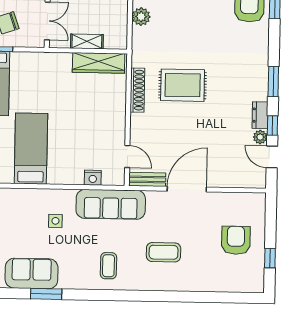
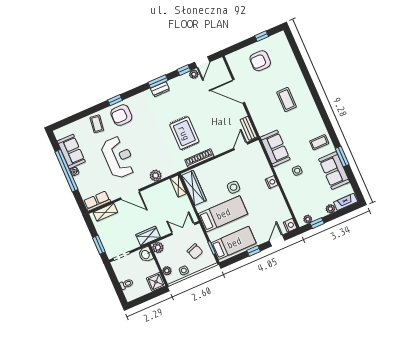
shelving: (87, 41) -> (178, 186), moved
dresser: (260, 115) -> (160, 89), moved
side table: (74, 120) -> (234, 187), added
bed: (31, 149) -> (223, 214), moved, turned 180
nightstand: (93, 178) -> (272, 182), moved
door: (187, 189) -> (239, 91), moved
sofa: (111, 204) -> (275, 148), width x0.73
coffee table: (108, 266) -> (319, 142), moved

